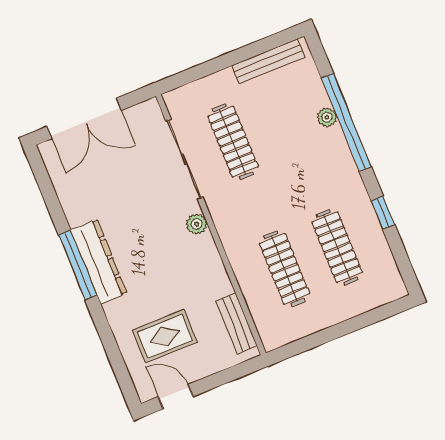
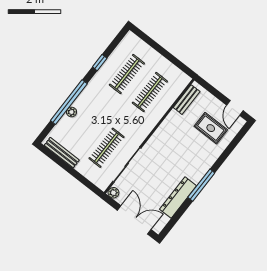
plant: (197, 224) -> (113, 193), moved
dresser: (99, 262) -> (178, 198), moved

